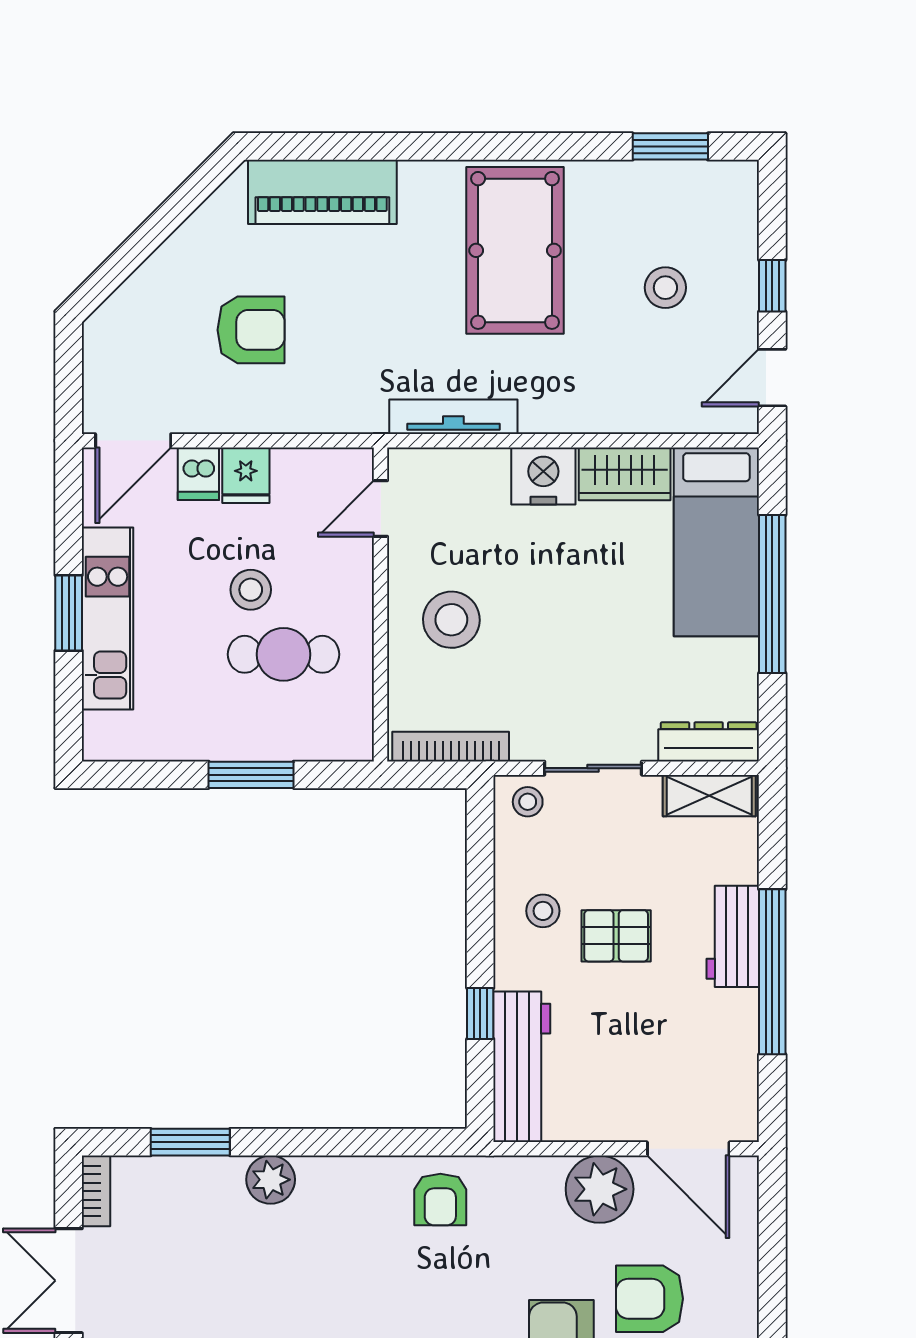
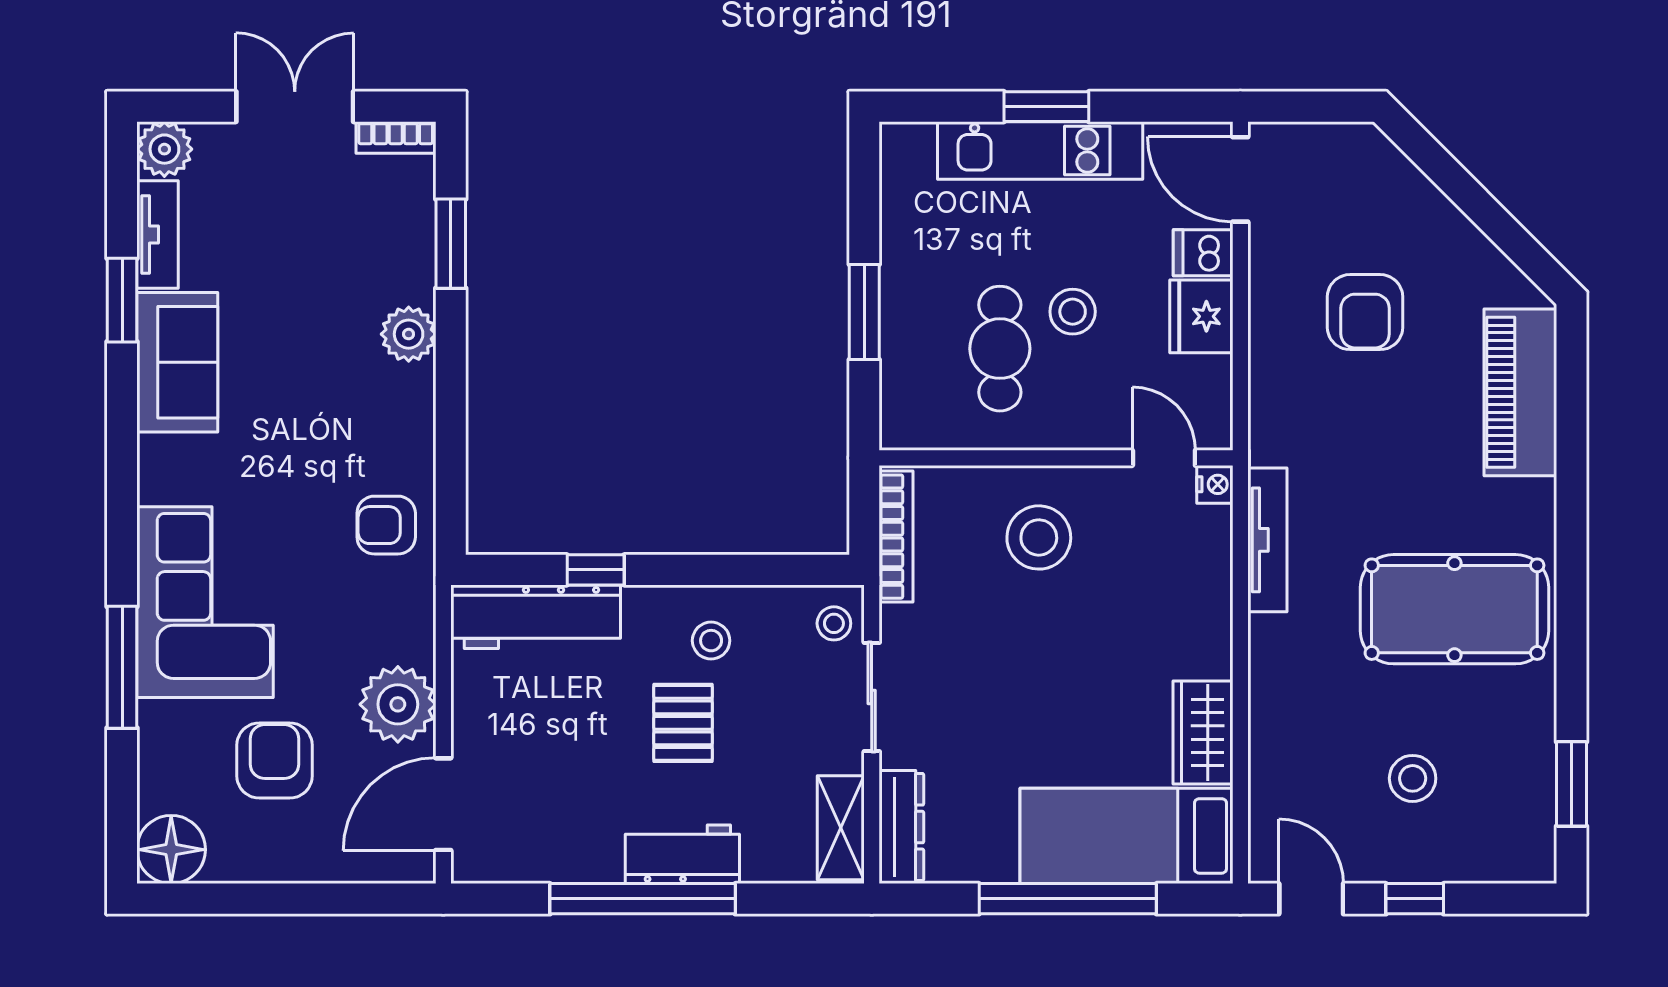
fridge: (246, 475) -> (1201, 316), width x1.38
nightstand: (543, 476) -> (1215, 484), moved, width x0.53, depth x0.56

